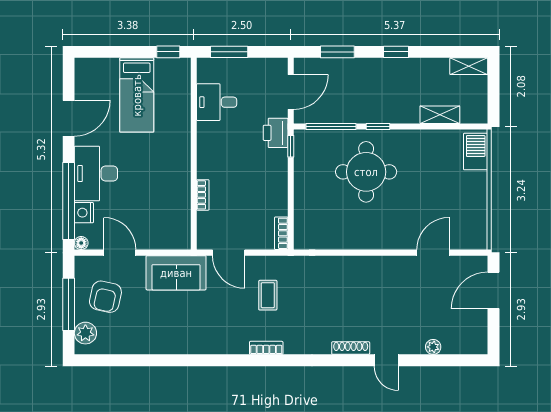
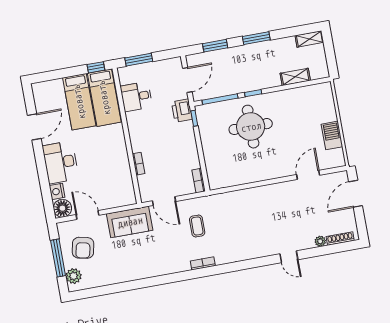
window: (396, 52) -> (256, 38), width x1.50
bed: (172, 96) -> (104, 98), added
barbecue: (476, 152) -> (332, 135), moved
window: (69, 201) -> (45, 185), removed
floor lamp: (81, 243) -> (62, 208), width x1.89, depth x1.89
shoe rack: (351, 348) -> (340, 239), moved

